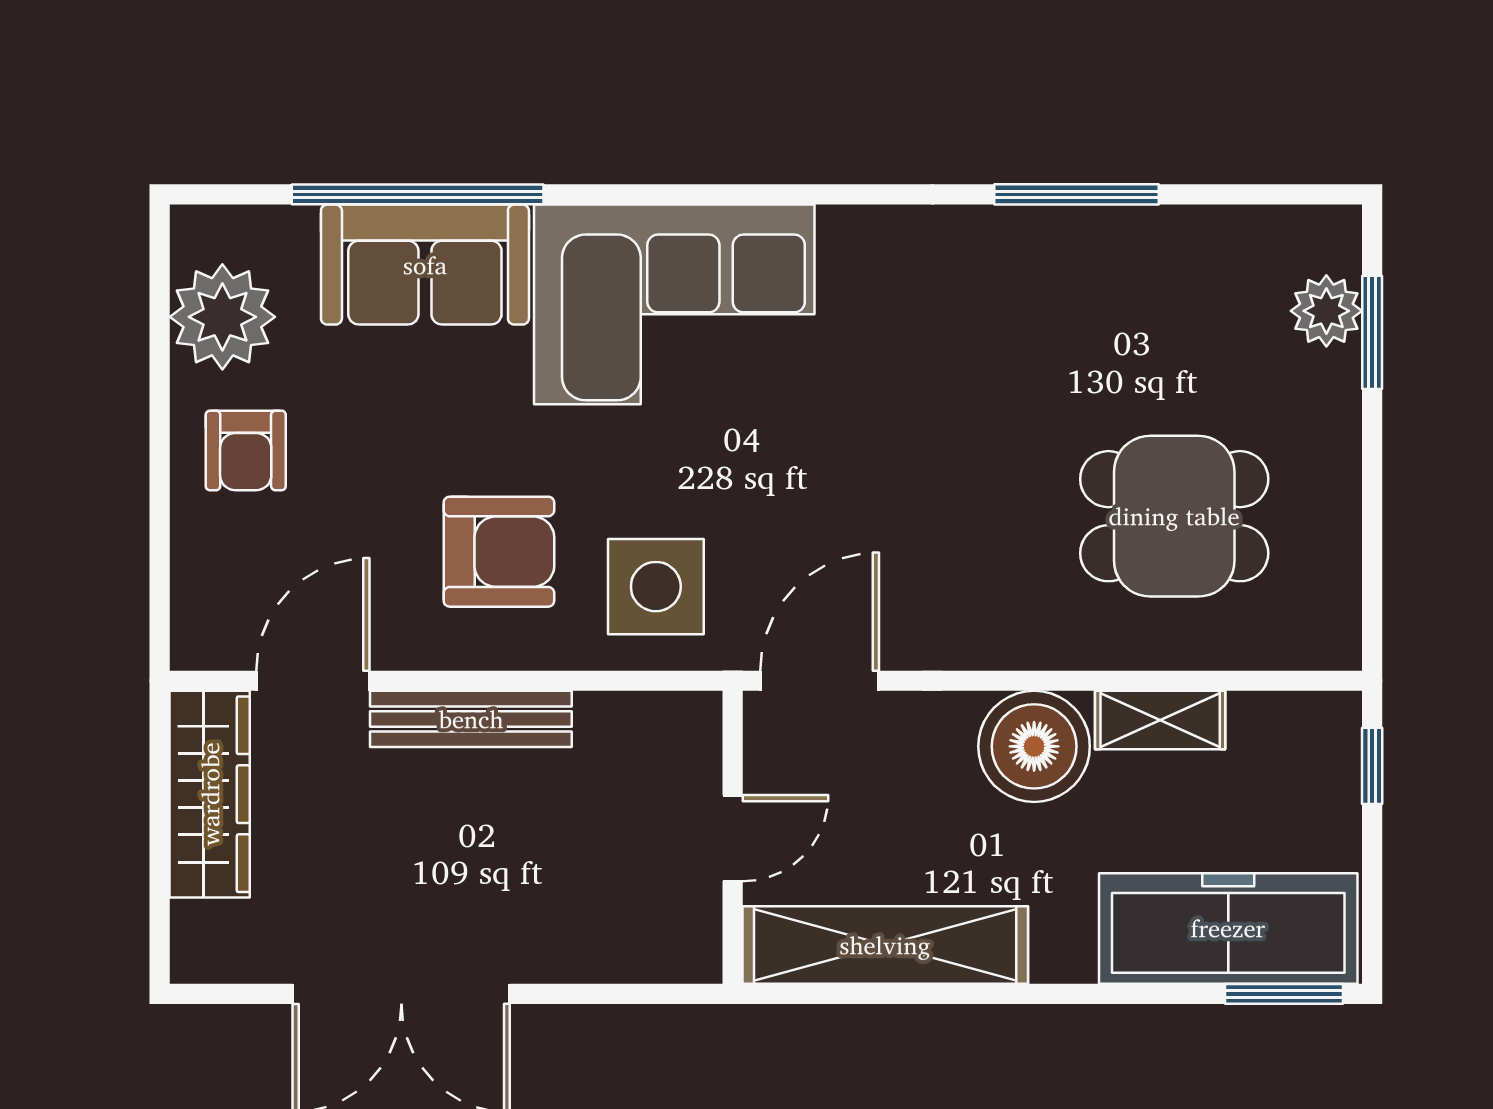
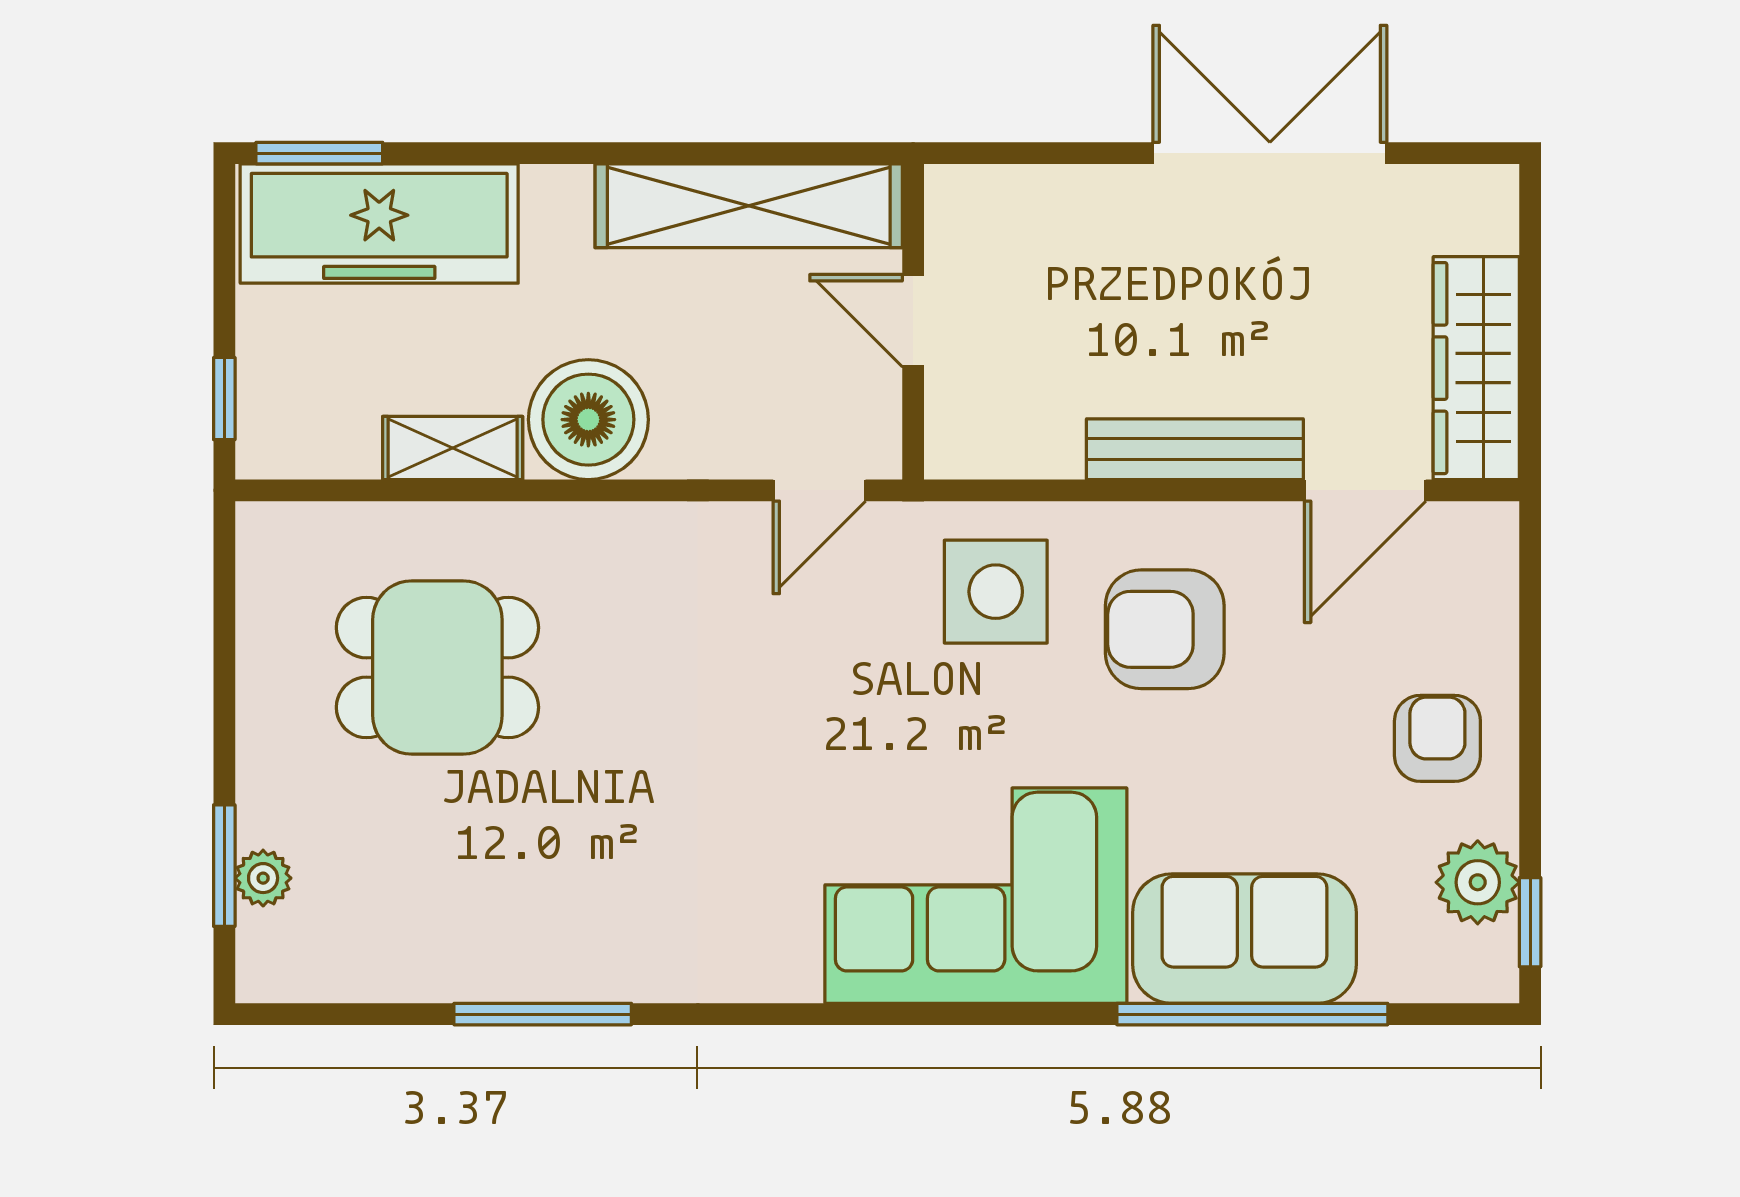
window: (160, 280) -> (1530, 922), added
plant: (1326, 311) -> (263, 878), width x0.73, depth x0.73
plant: (222, 317) -> (1478, 882), width x0.73, depth x0.73
door: (820, 681) -> (819, 490), width x0.73
door: (733, 838) -> (913, 321), hinge flipped

